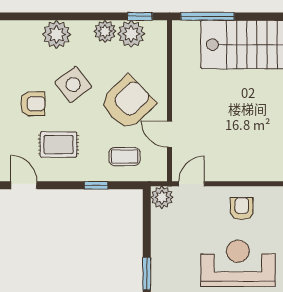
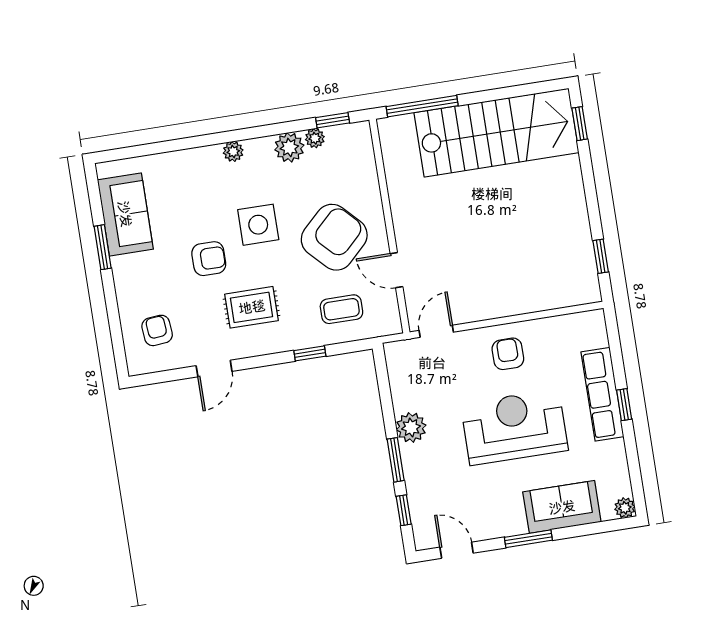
plant: (57, 34) -> (233, 152), width x0.53, depth x0.53
plant: (131, 34) -> (315, 138), width x0.53, depth x0.53
side table: (73, 85) -> (258, 225), turned 37
door: (24, 185) -> (214, 369), swing flipped
plant: (162, 197) -> (411, 427), moved

